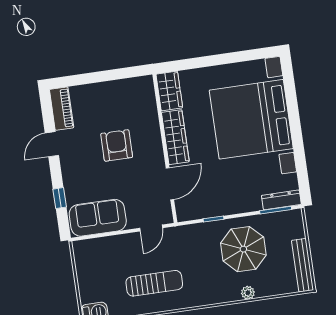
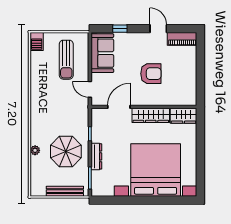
door: (170, 184) -> (119, 107), swing flipped
dresser: (281, 200) -> (96, 156), moved
bench: (303, 265) -> (65, 191), moved
sun lounger: (154, 283) -> (66, 60), moved

